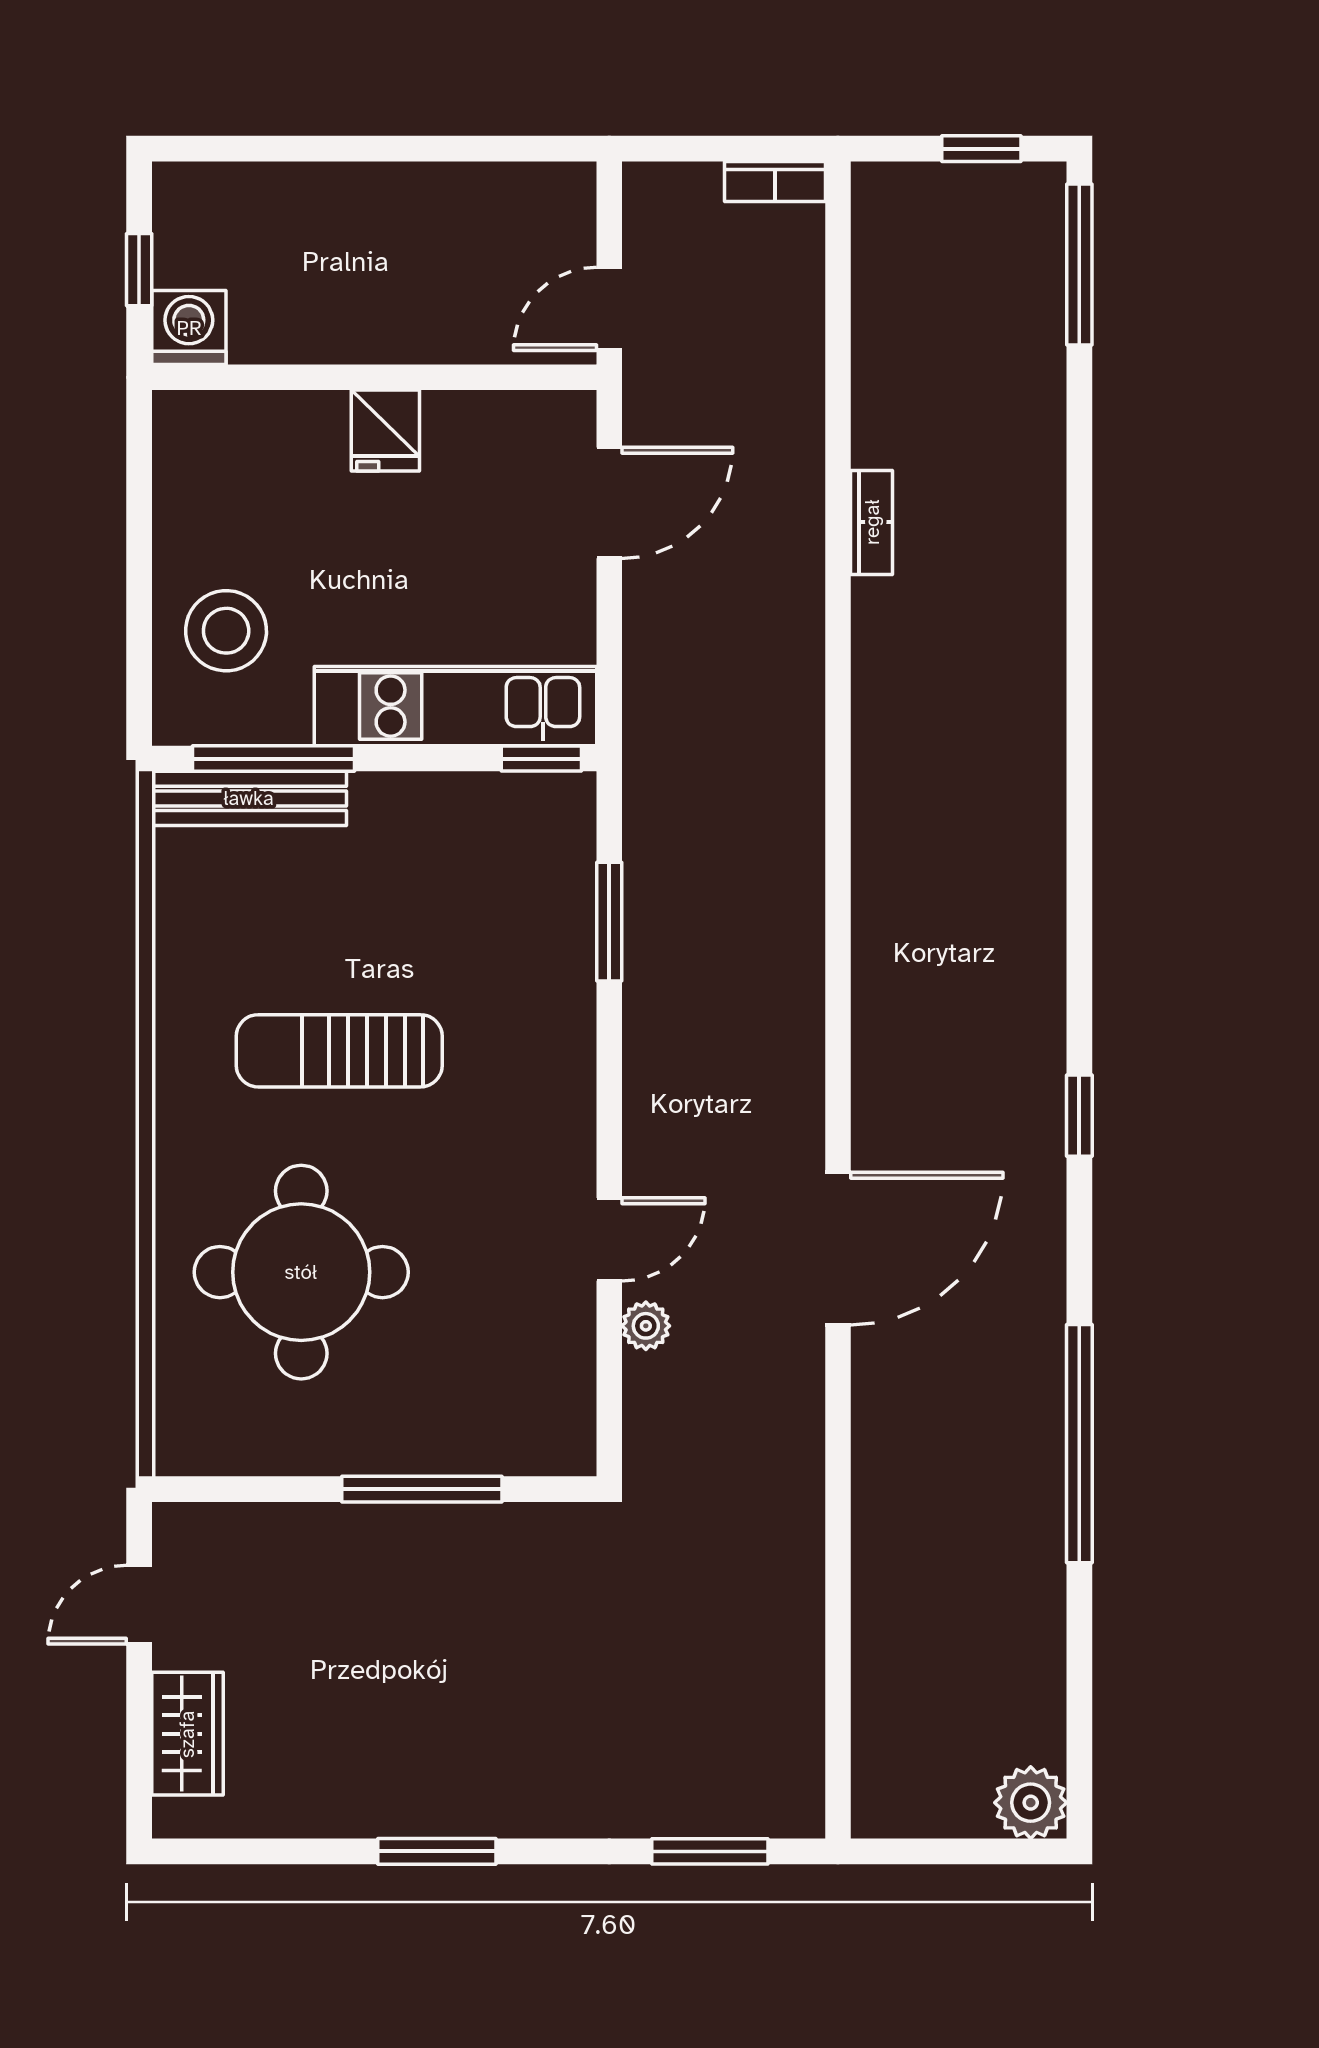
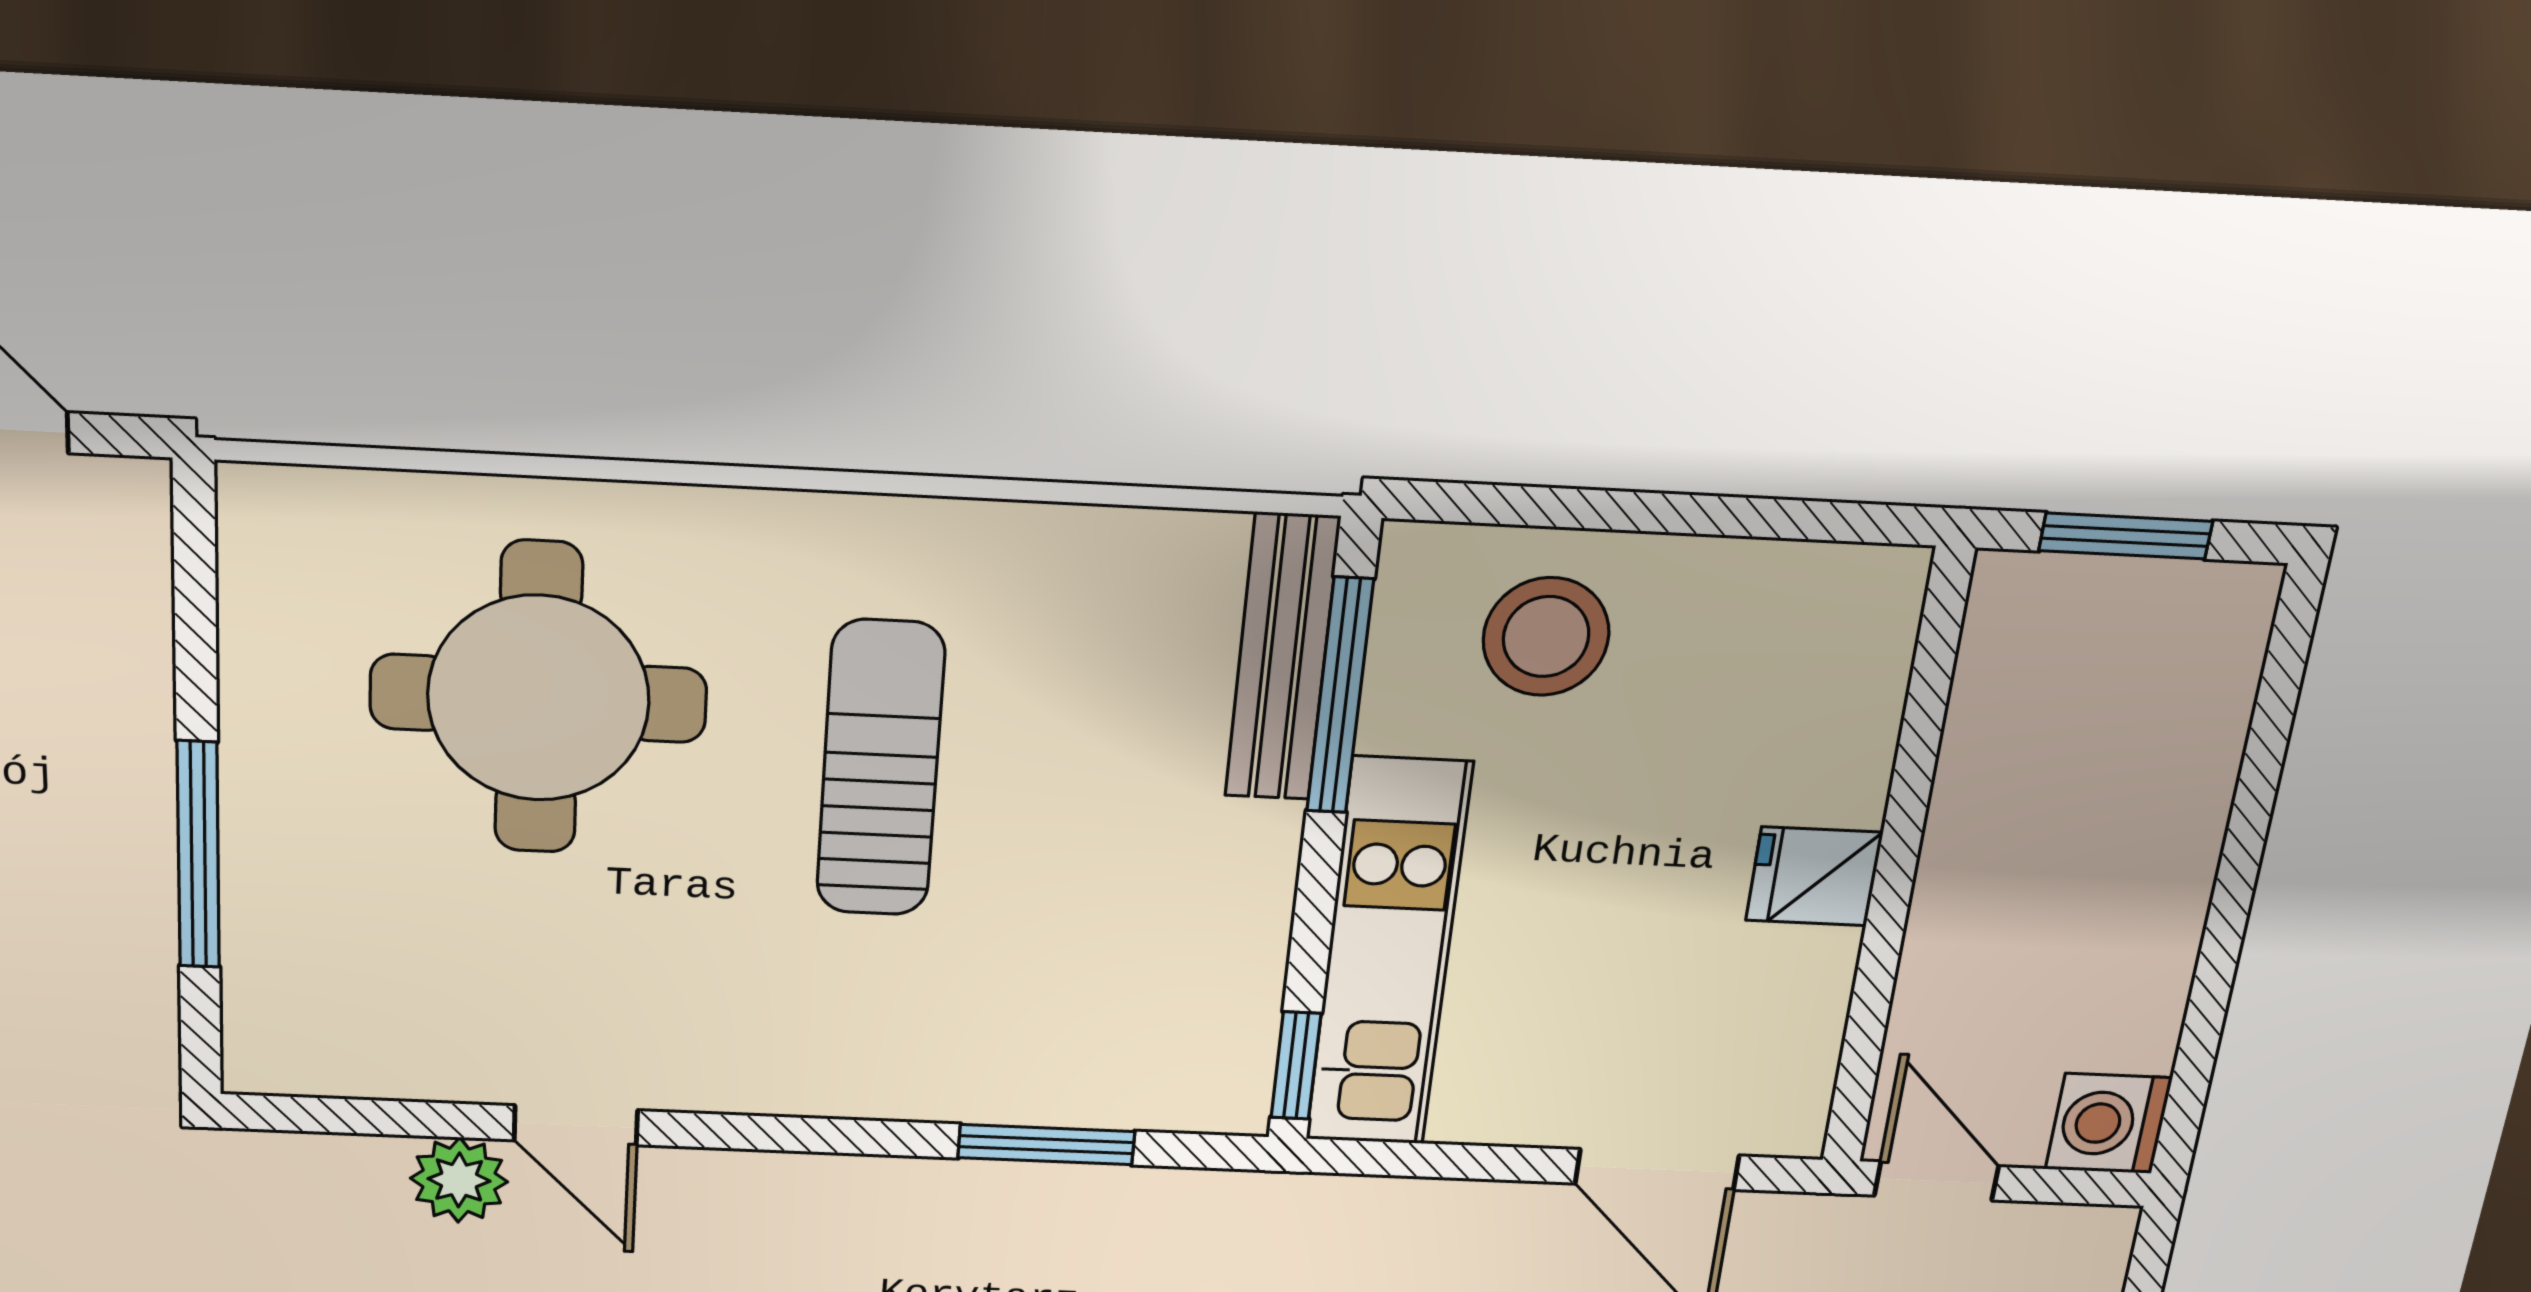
window: (139, 270) -> (2126, 536), width x1.50
washing machine: (189, 328) -> (2109, 1124), moved, turned 180
plant: (646, 1326) -> (459, 1180), width x1.38, depth x1.38

